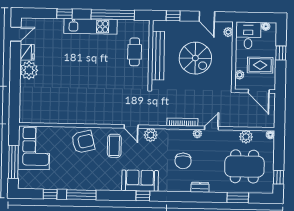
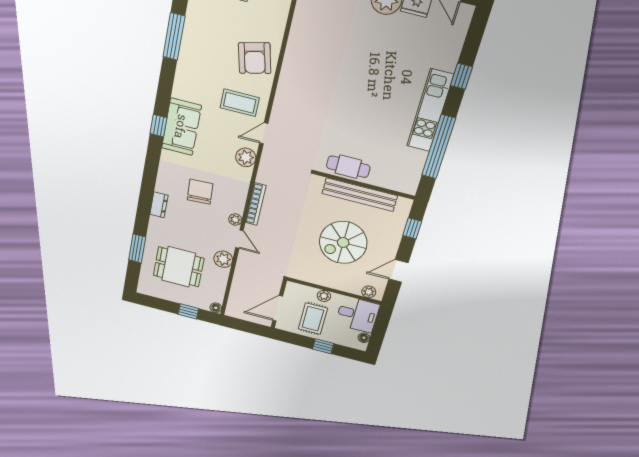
cafe table: (135, 52) -> (348, 167), moved
plant: (240, 75) -> (324, 296), moved
plant: (246, 137) -> (223, 259), moved
chair: (183, 161) -> (200, 192), turned 87
dining table: (244, 166) -> (179, 267), width x0.73
window: (278, 177) -> (188, 311), moved

